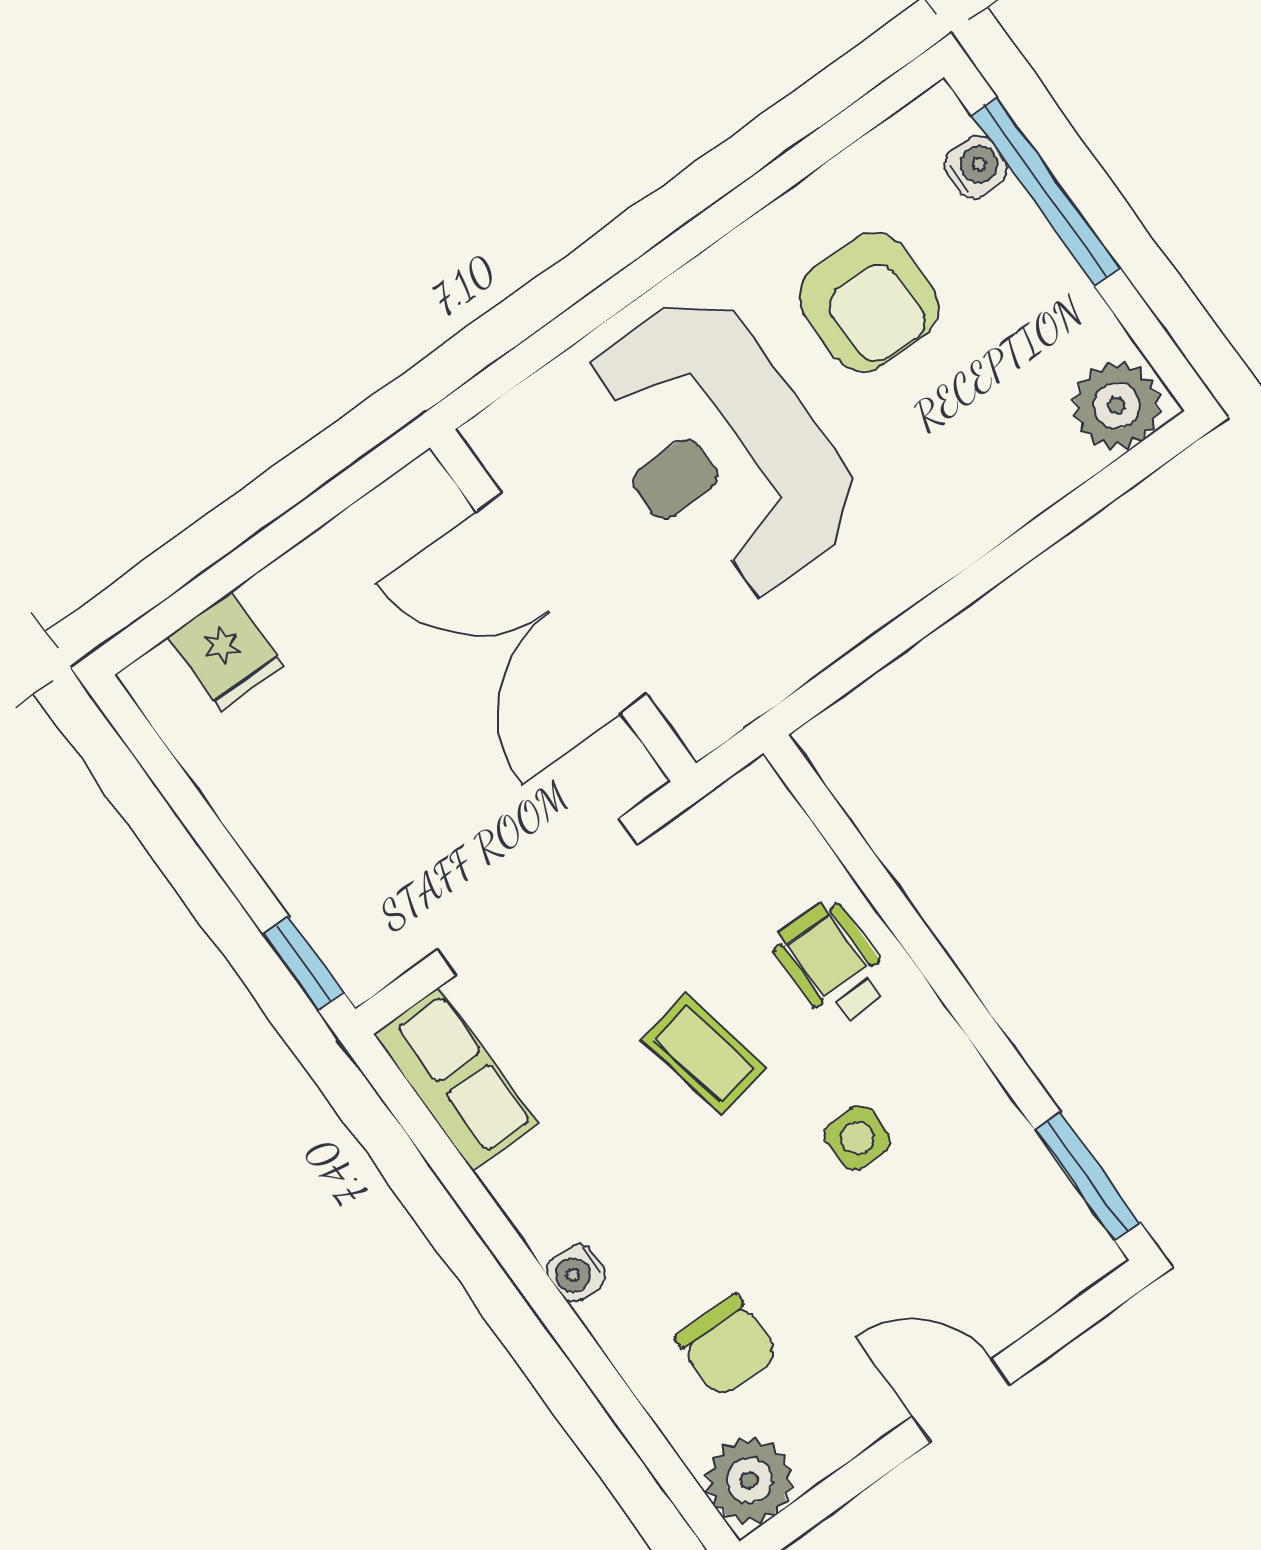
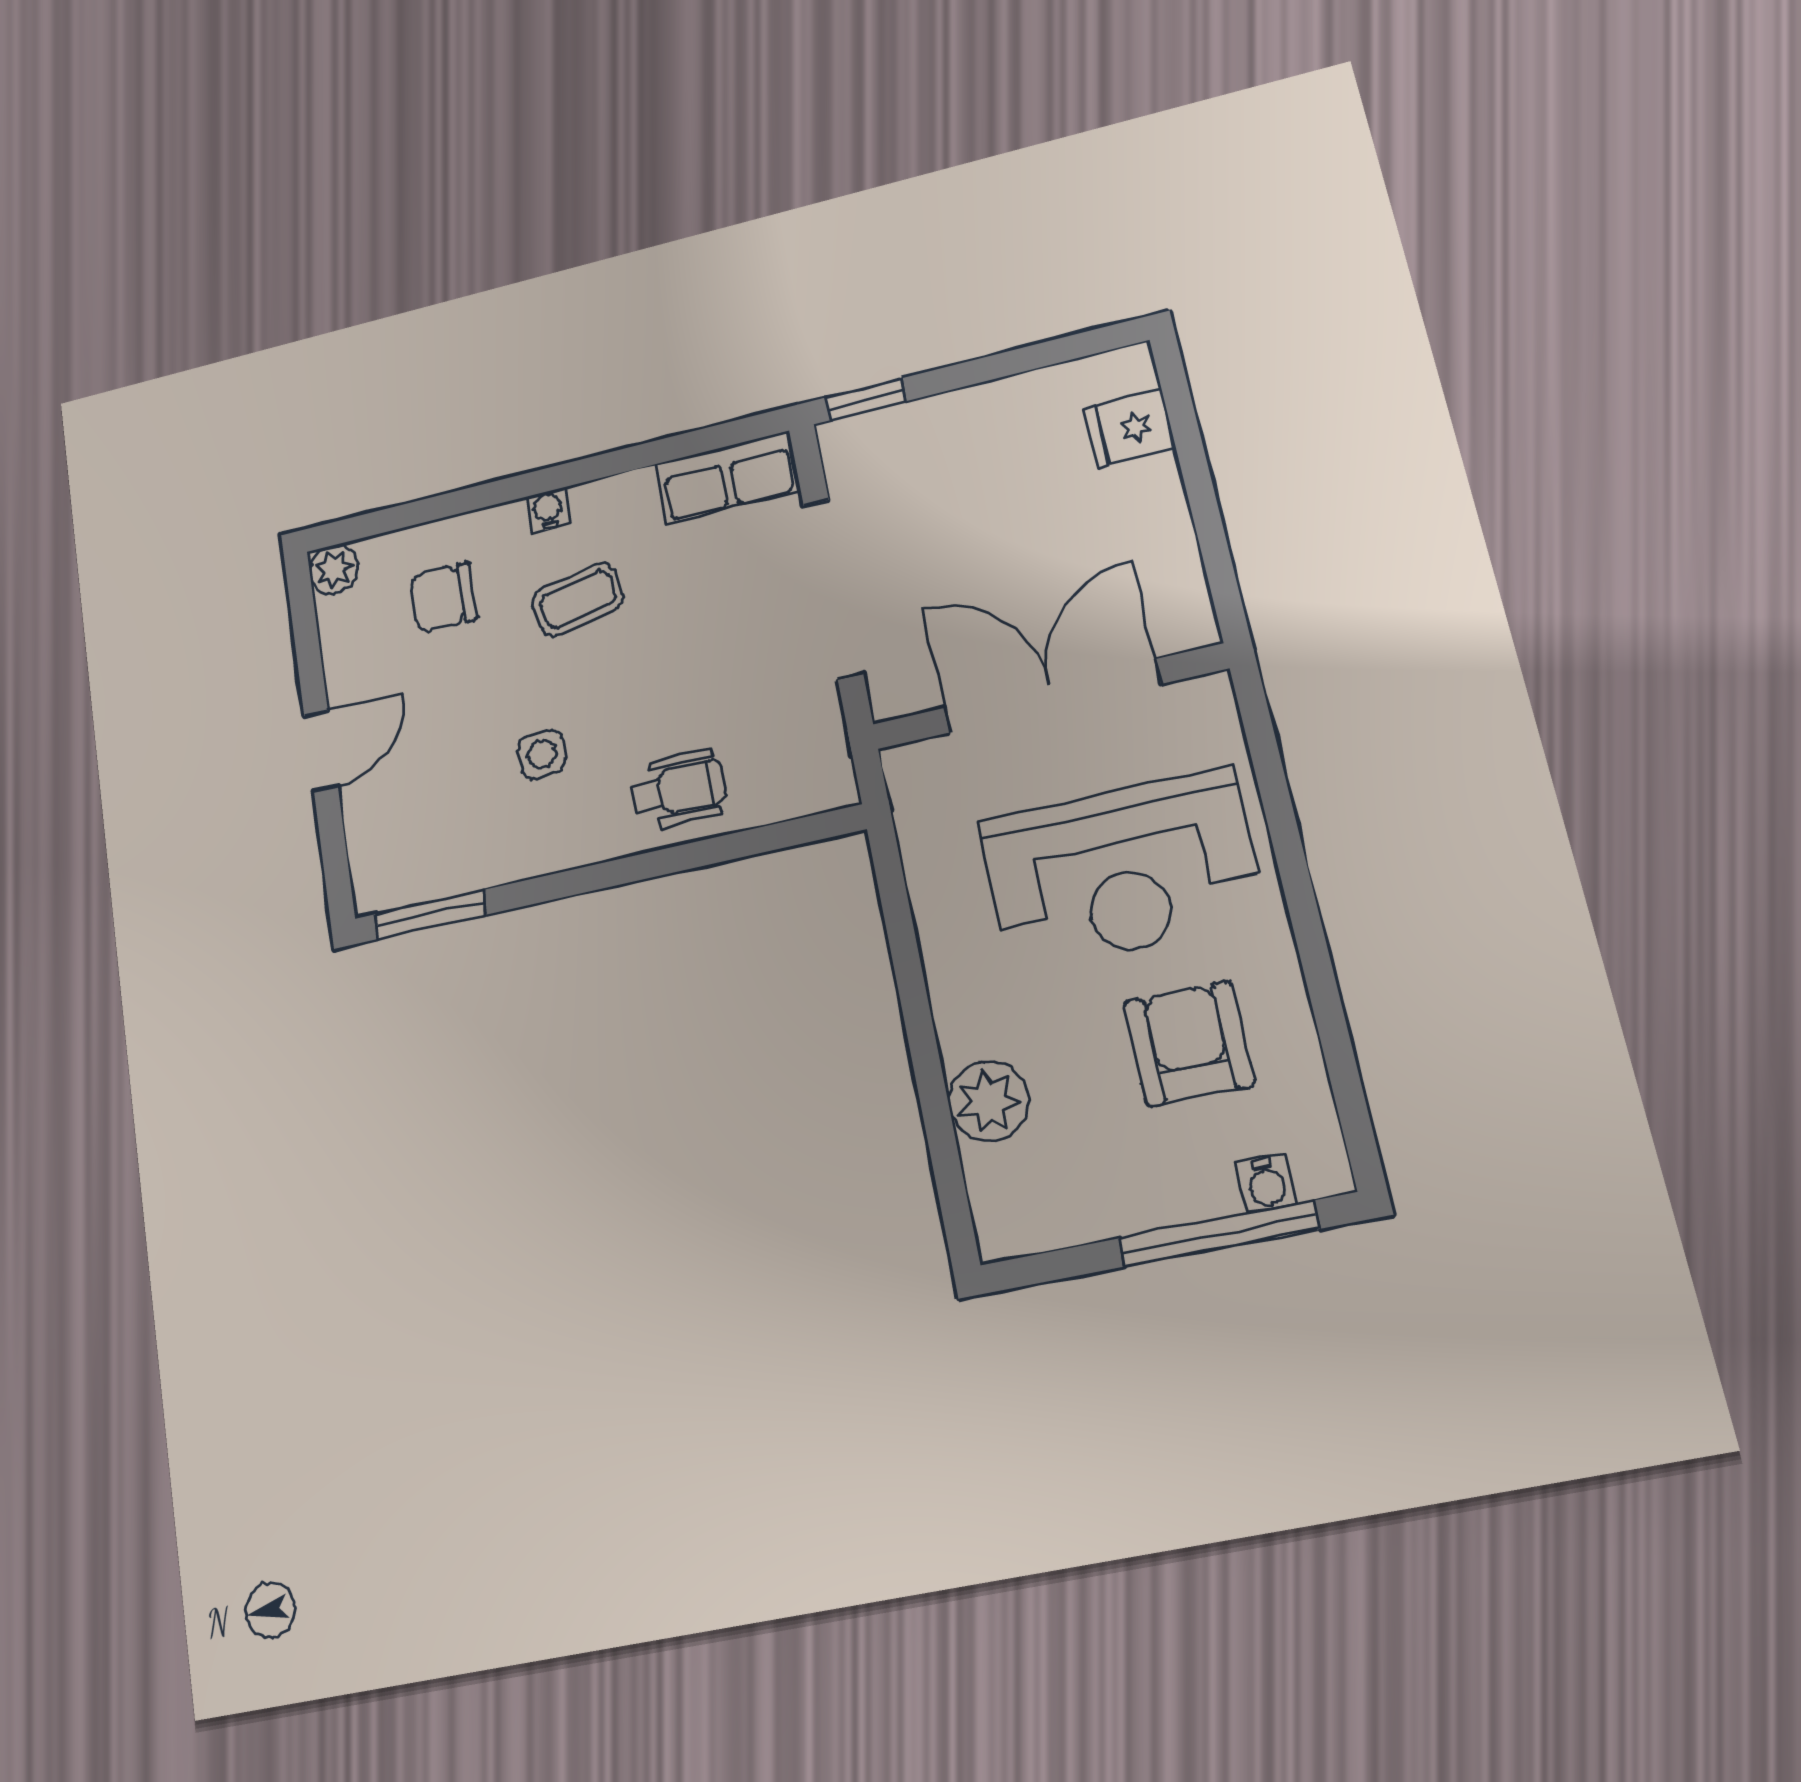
armchair: (869, 302) -> (1189, 1043), turned 90
plant: (1117, 405) -> (988, 1101), moved
reception desk: (719, 448) -> (1121, 870), turned 180
coffee table: (704, 1054) -> (578, 600), moved
plant: (749, 1480) -> (334, 569), width x0.73, depth x0.73

